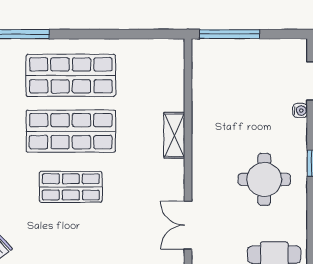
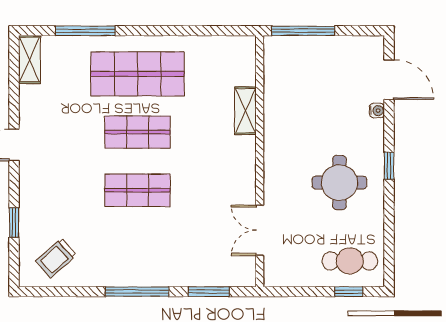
shop shelf: (71, 131) -> (137, 132), width x0.70, depth x0.74
shelving: (174, 135) -> (245, 111), moved

